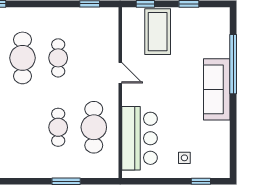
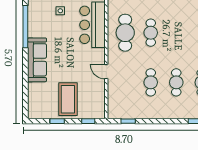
coffee table: (158, 32) -> (68, 99), moved
cafe table: (23, 58) -> (176, 82), width x0.73, depth x0.74
window: (233, 64) -> (25, 27), moved

